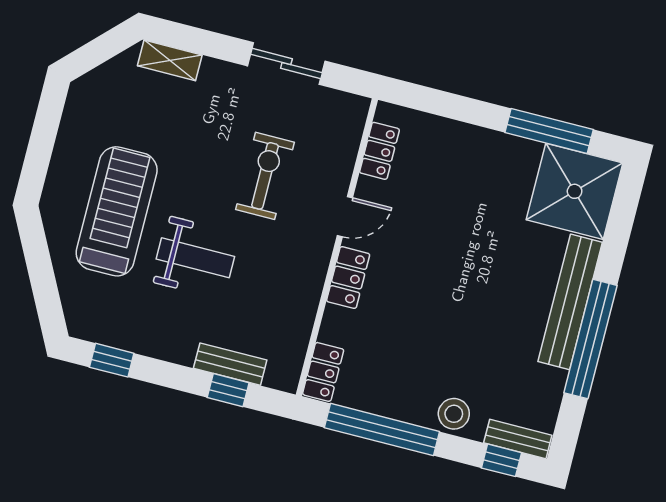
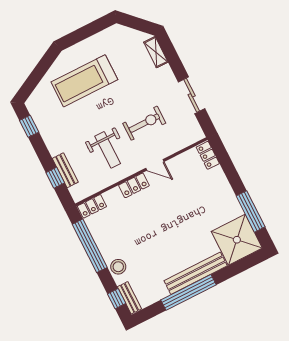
locker: (379, 151) -> (208, 155), moved, turned 90
treadmill: (117, 211) -> (84, 81), turned 180
weight bench: (195, 258) -> (108, 150), moved

